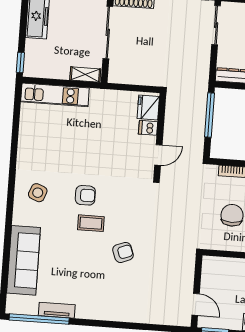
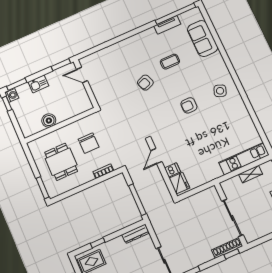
shelving: (85, 74) -> (250, 174), moved
coffee table: (91, 223) -> (170, 62), moved
sofa: (24, 260) -> (203, 38), width x0.73

